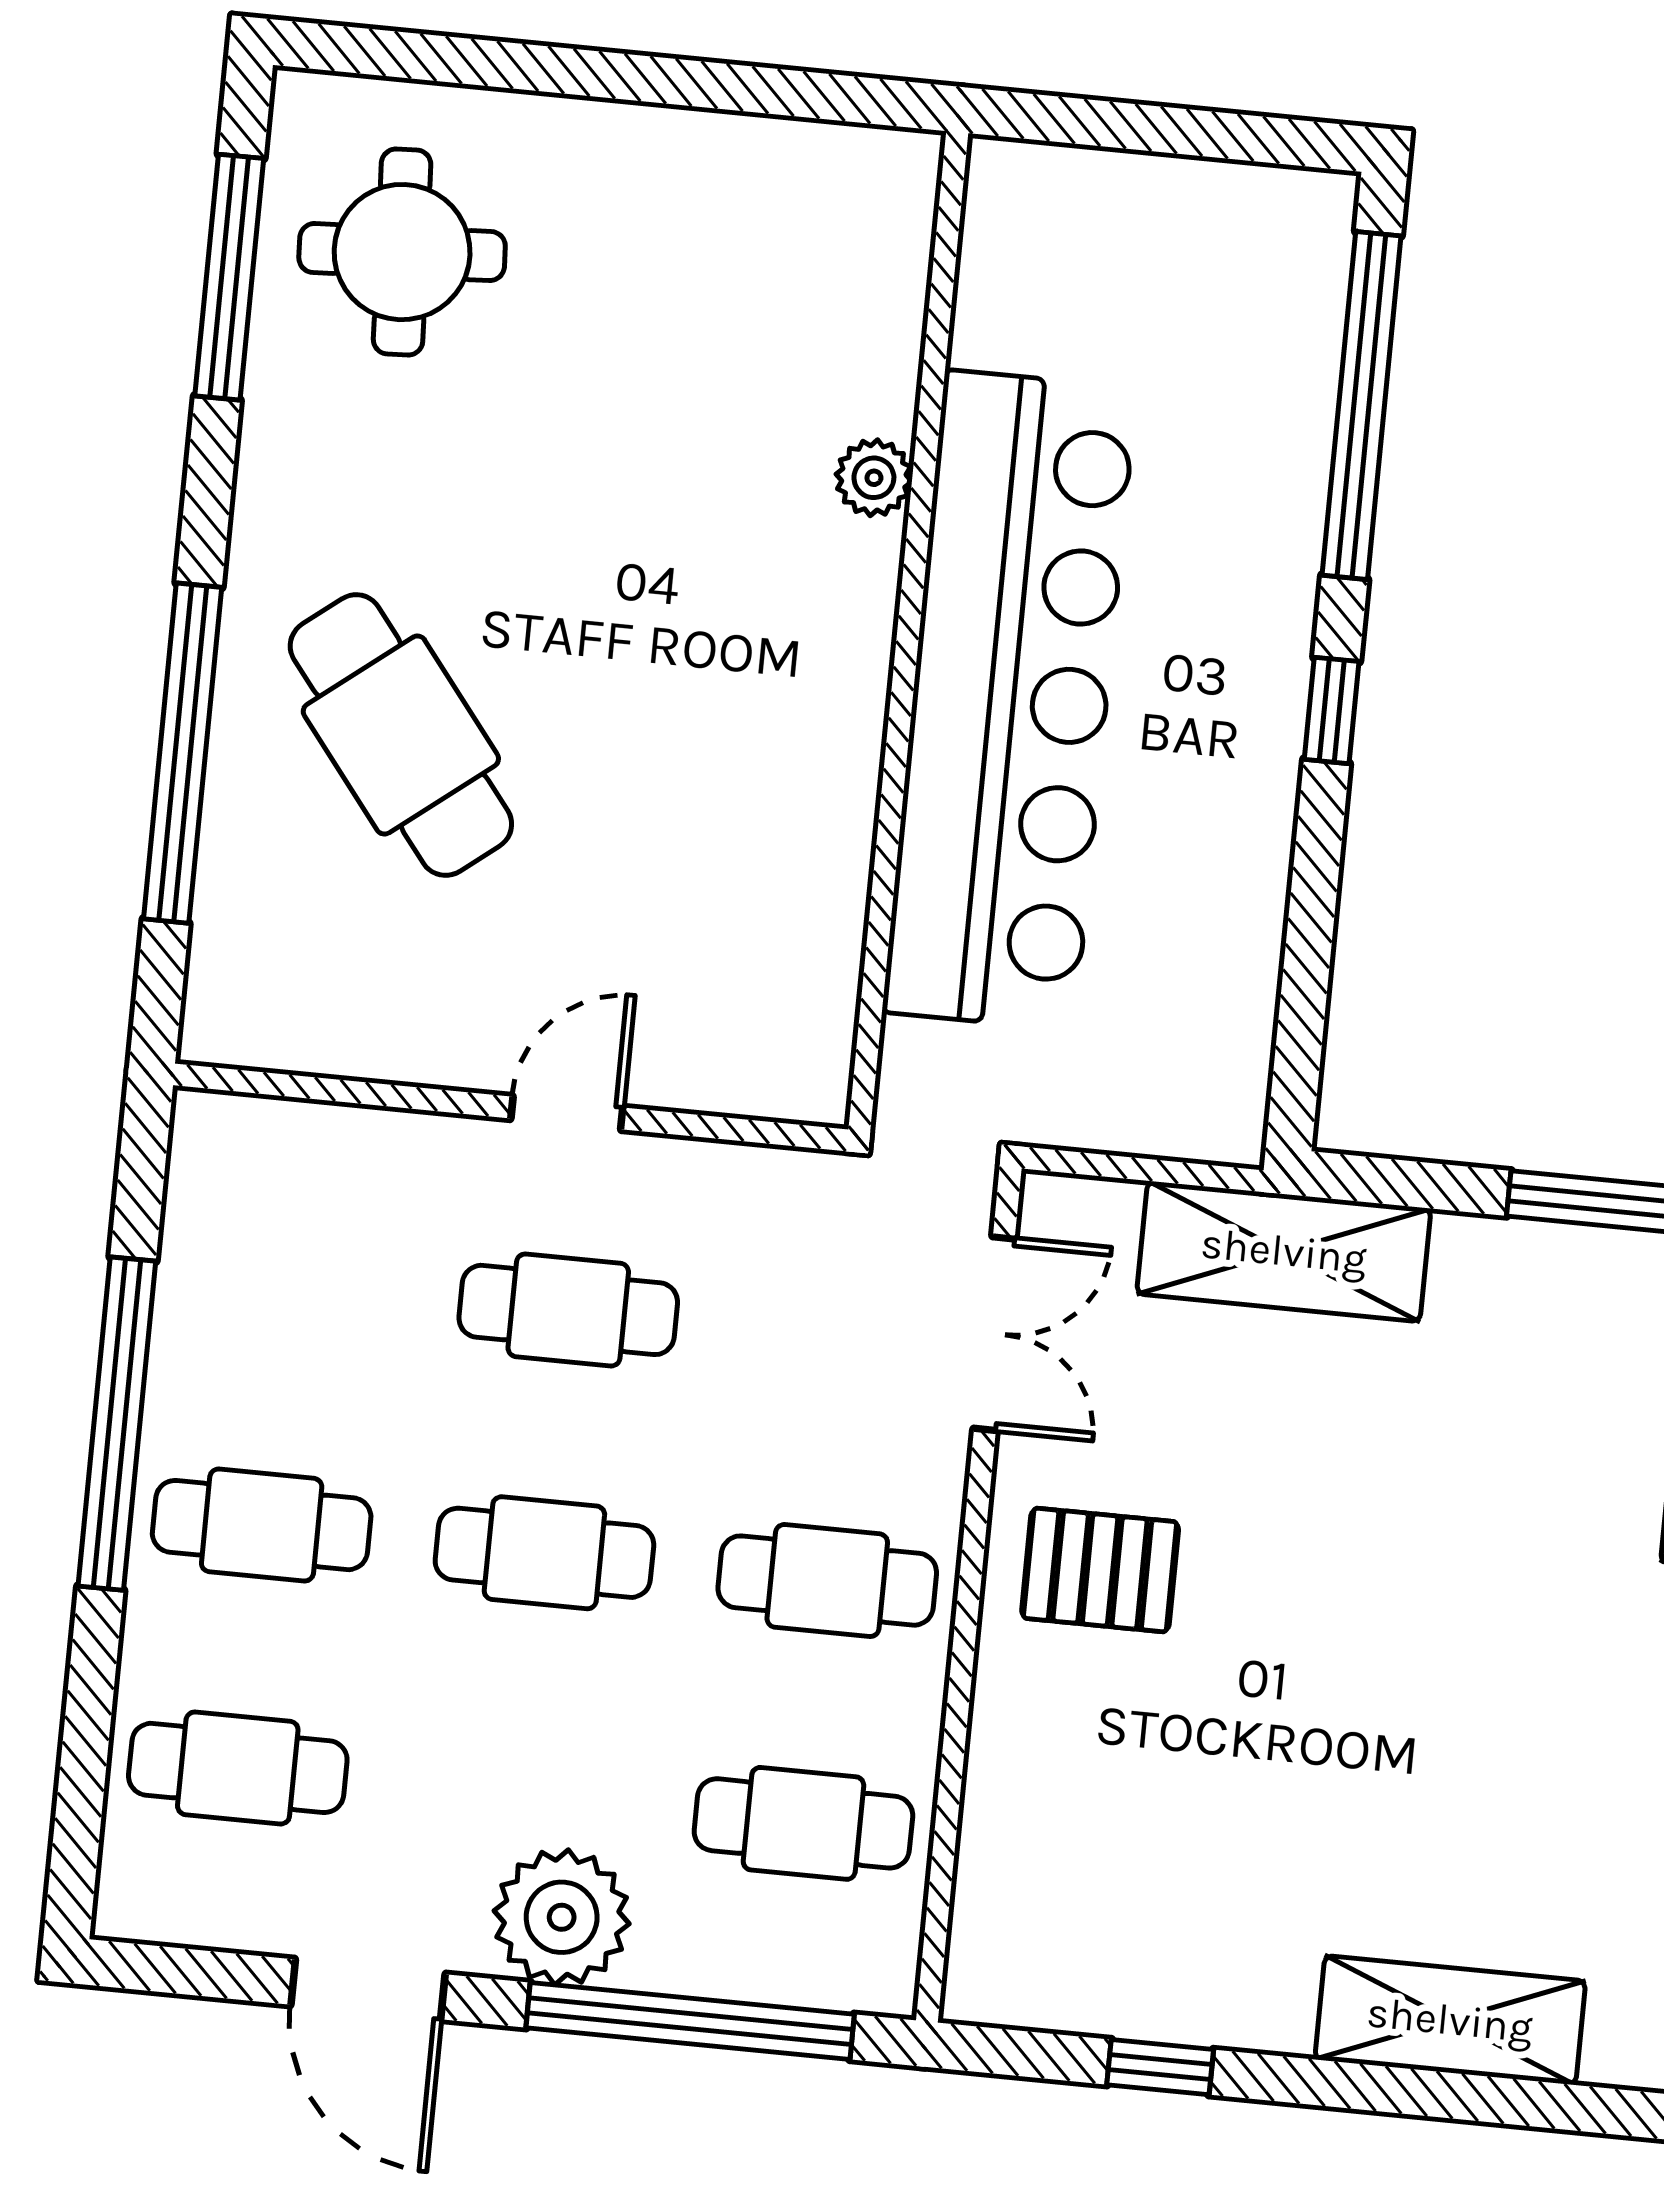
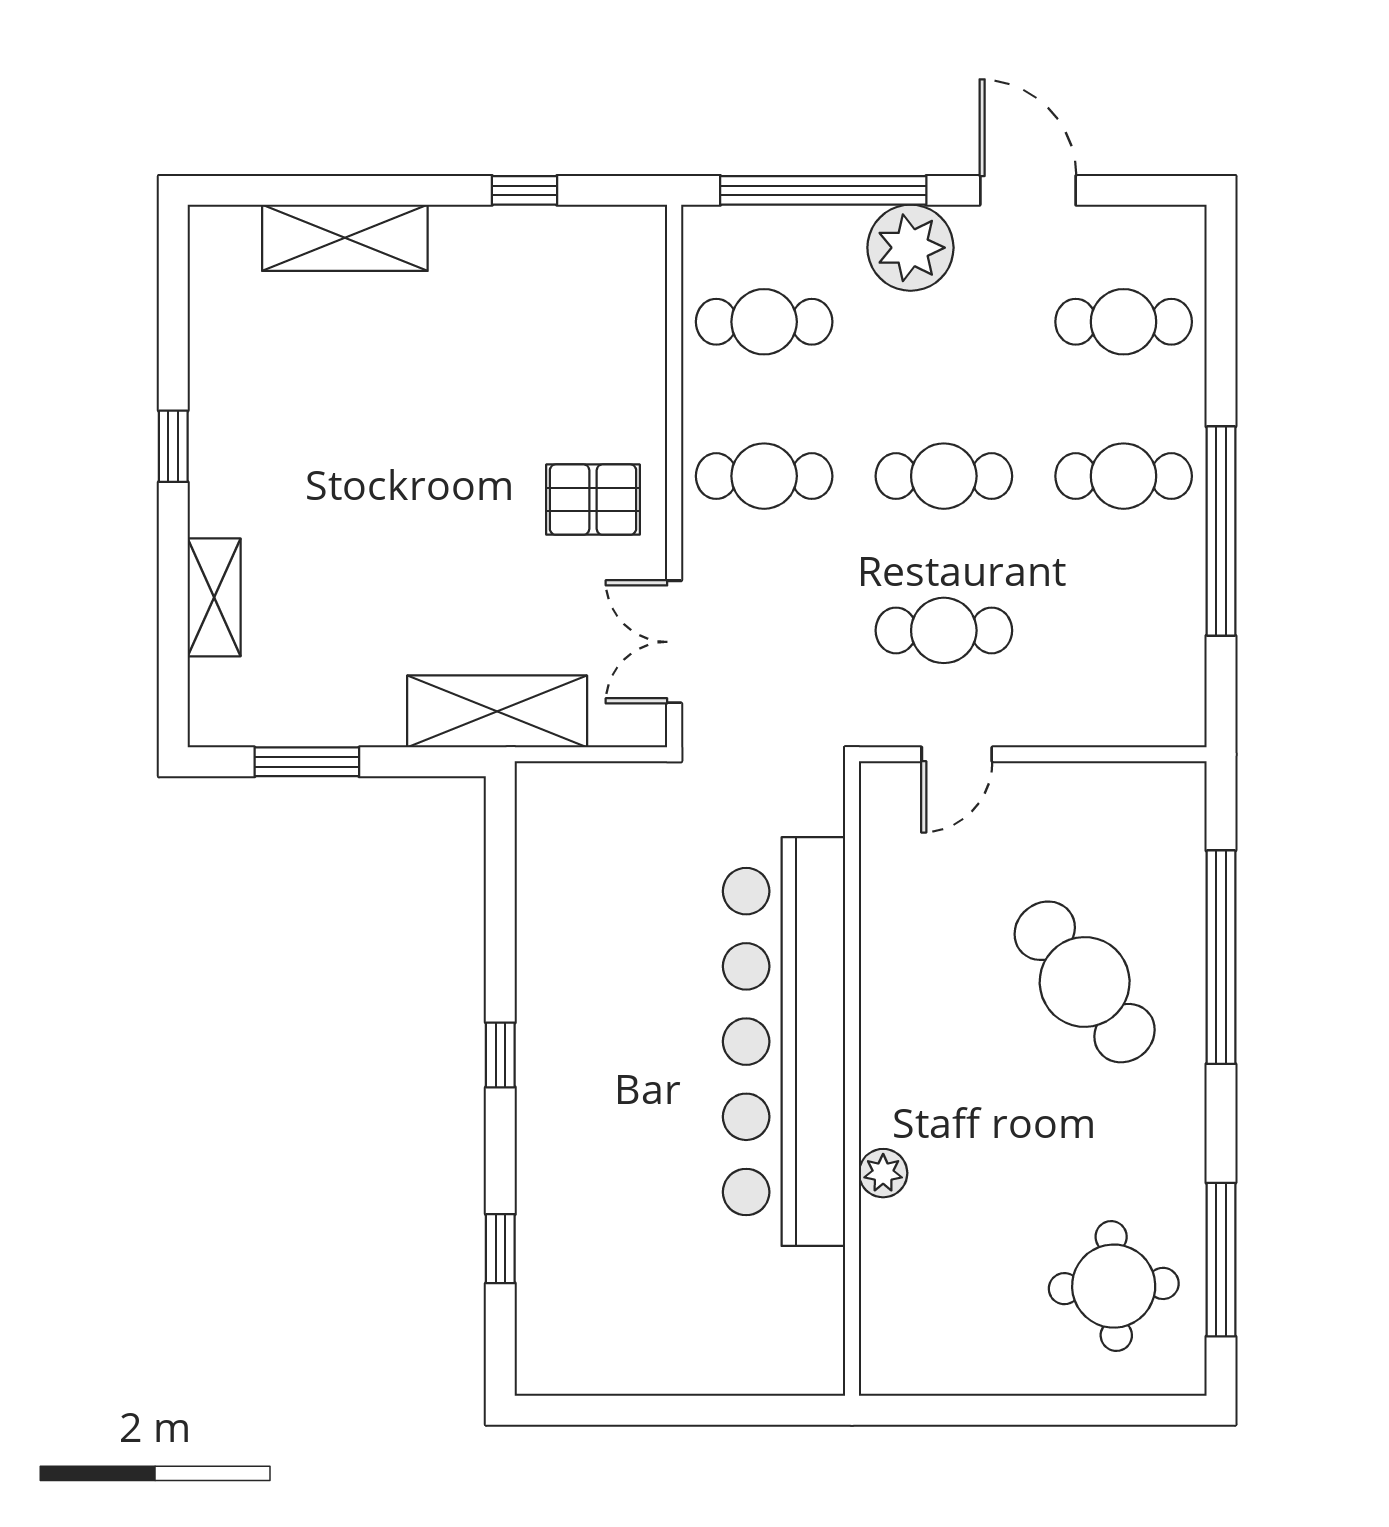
window: (1362, 405) -> (500, 1249), width x0.32
plant: (874, 478) -> (883, 1173), moved
wall: (908, 631) -> (852, 1079), moved
bar counter: (1010, 700) -> (784, 1042), moved

